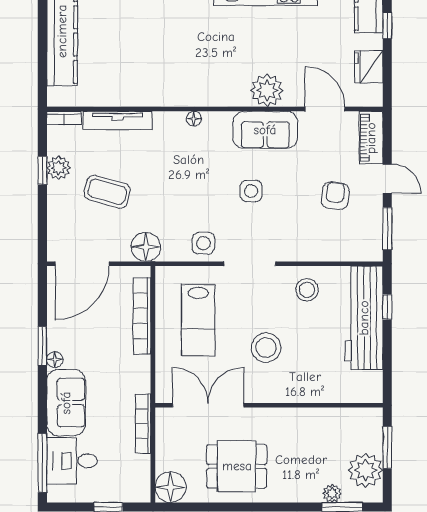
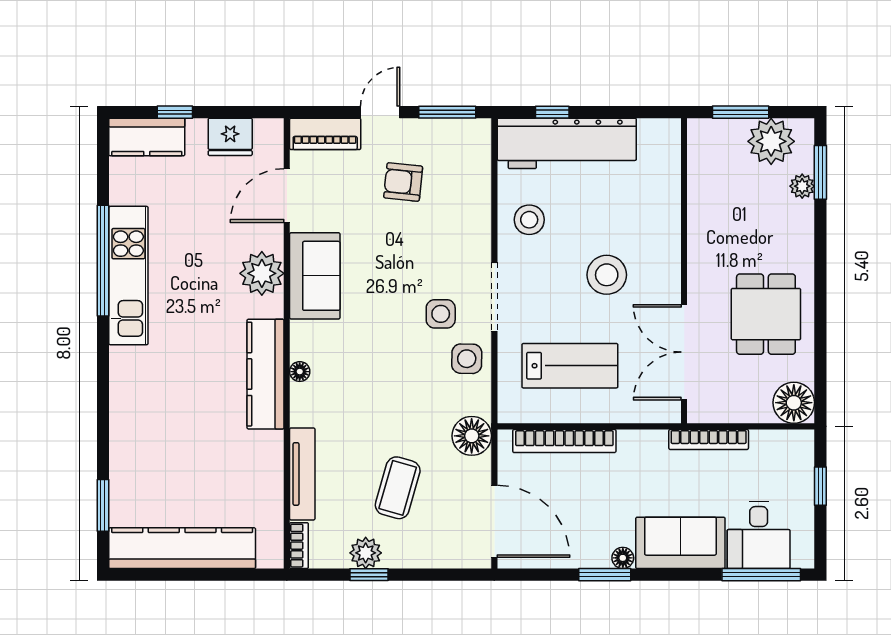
kitchen counter: (192, 93) -> (265, 374), added
side table: (251, 191) -> (441, 314), moved

